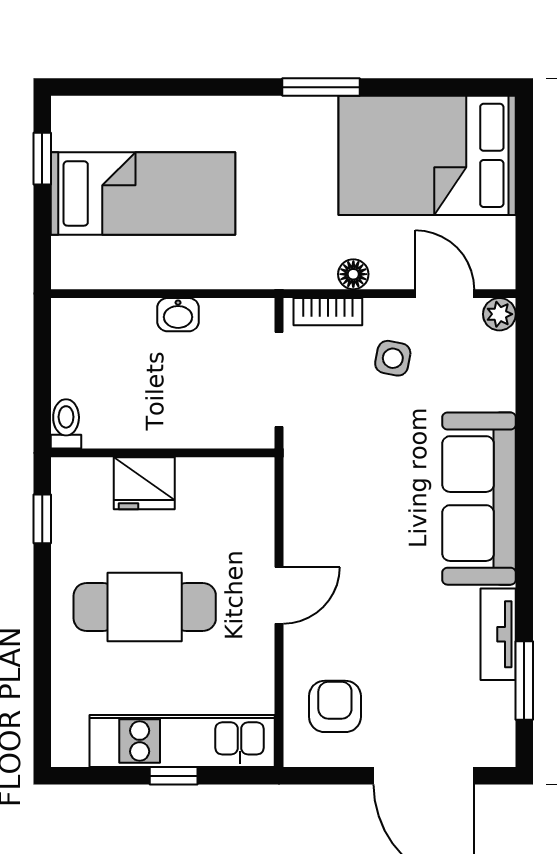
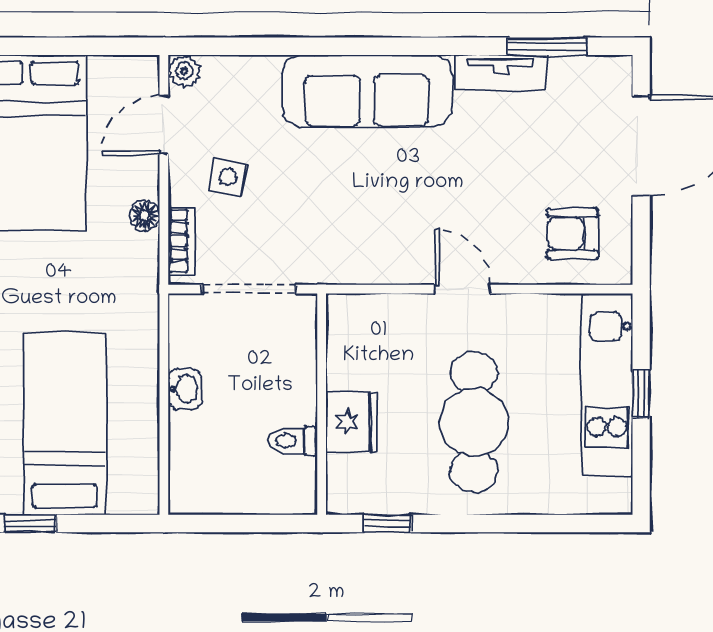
toilet: (66, 424) -> (293, 441), moved

